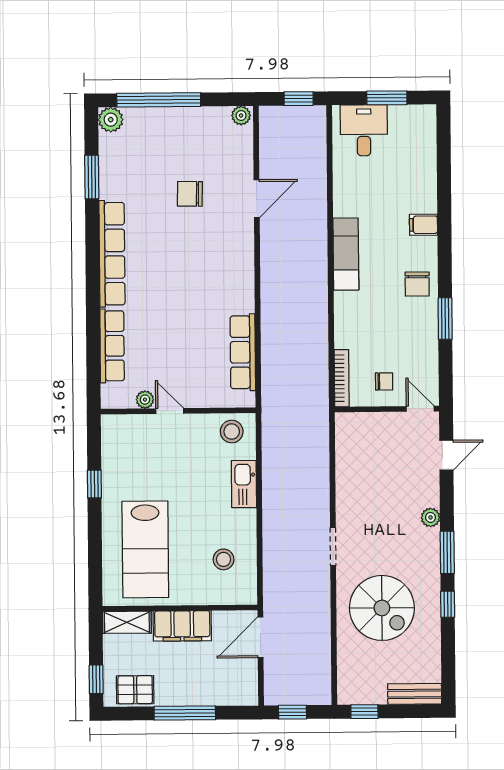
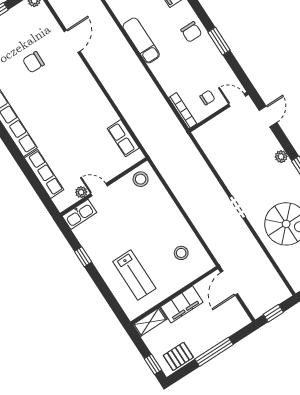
row of seats: (243, 352) -> (123, 138), width x0.68
kitchen sink: (244, 484) -> (79, 214), moved, turned -90
lab bench: (145, 549) -> (134, 275), width x0.73, depth x0.72

